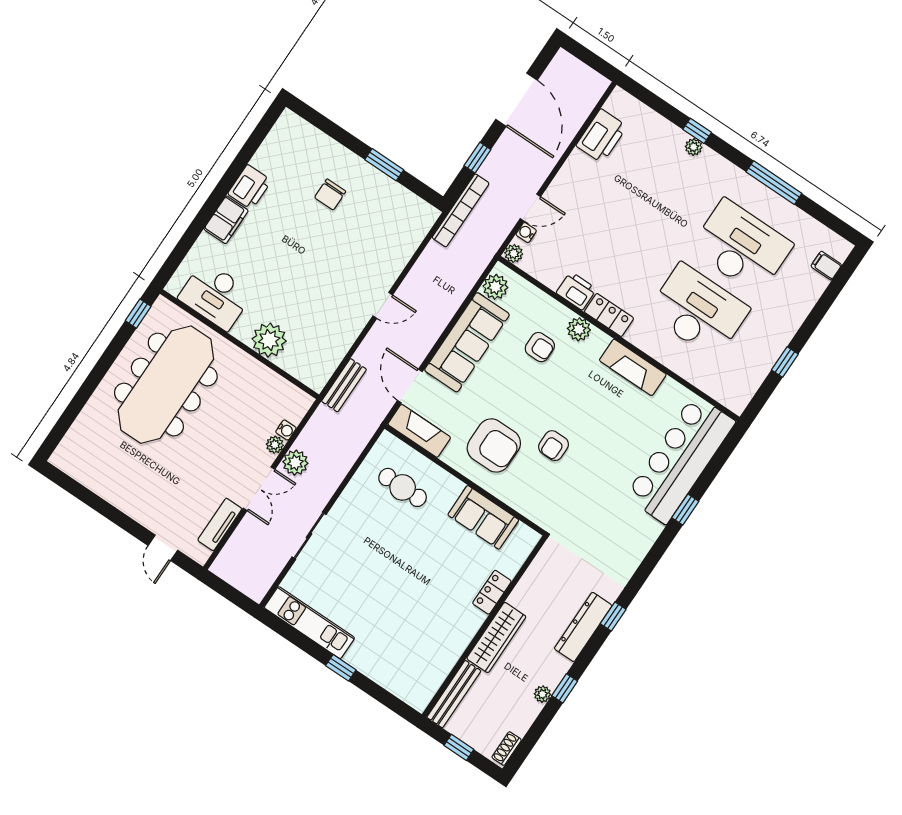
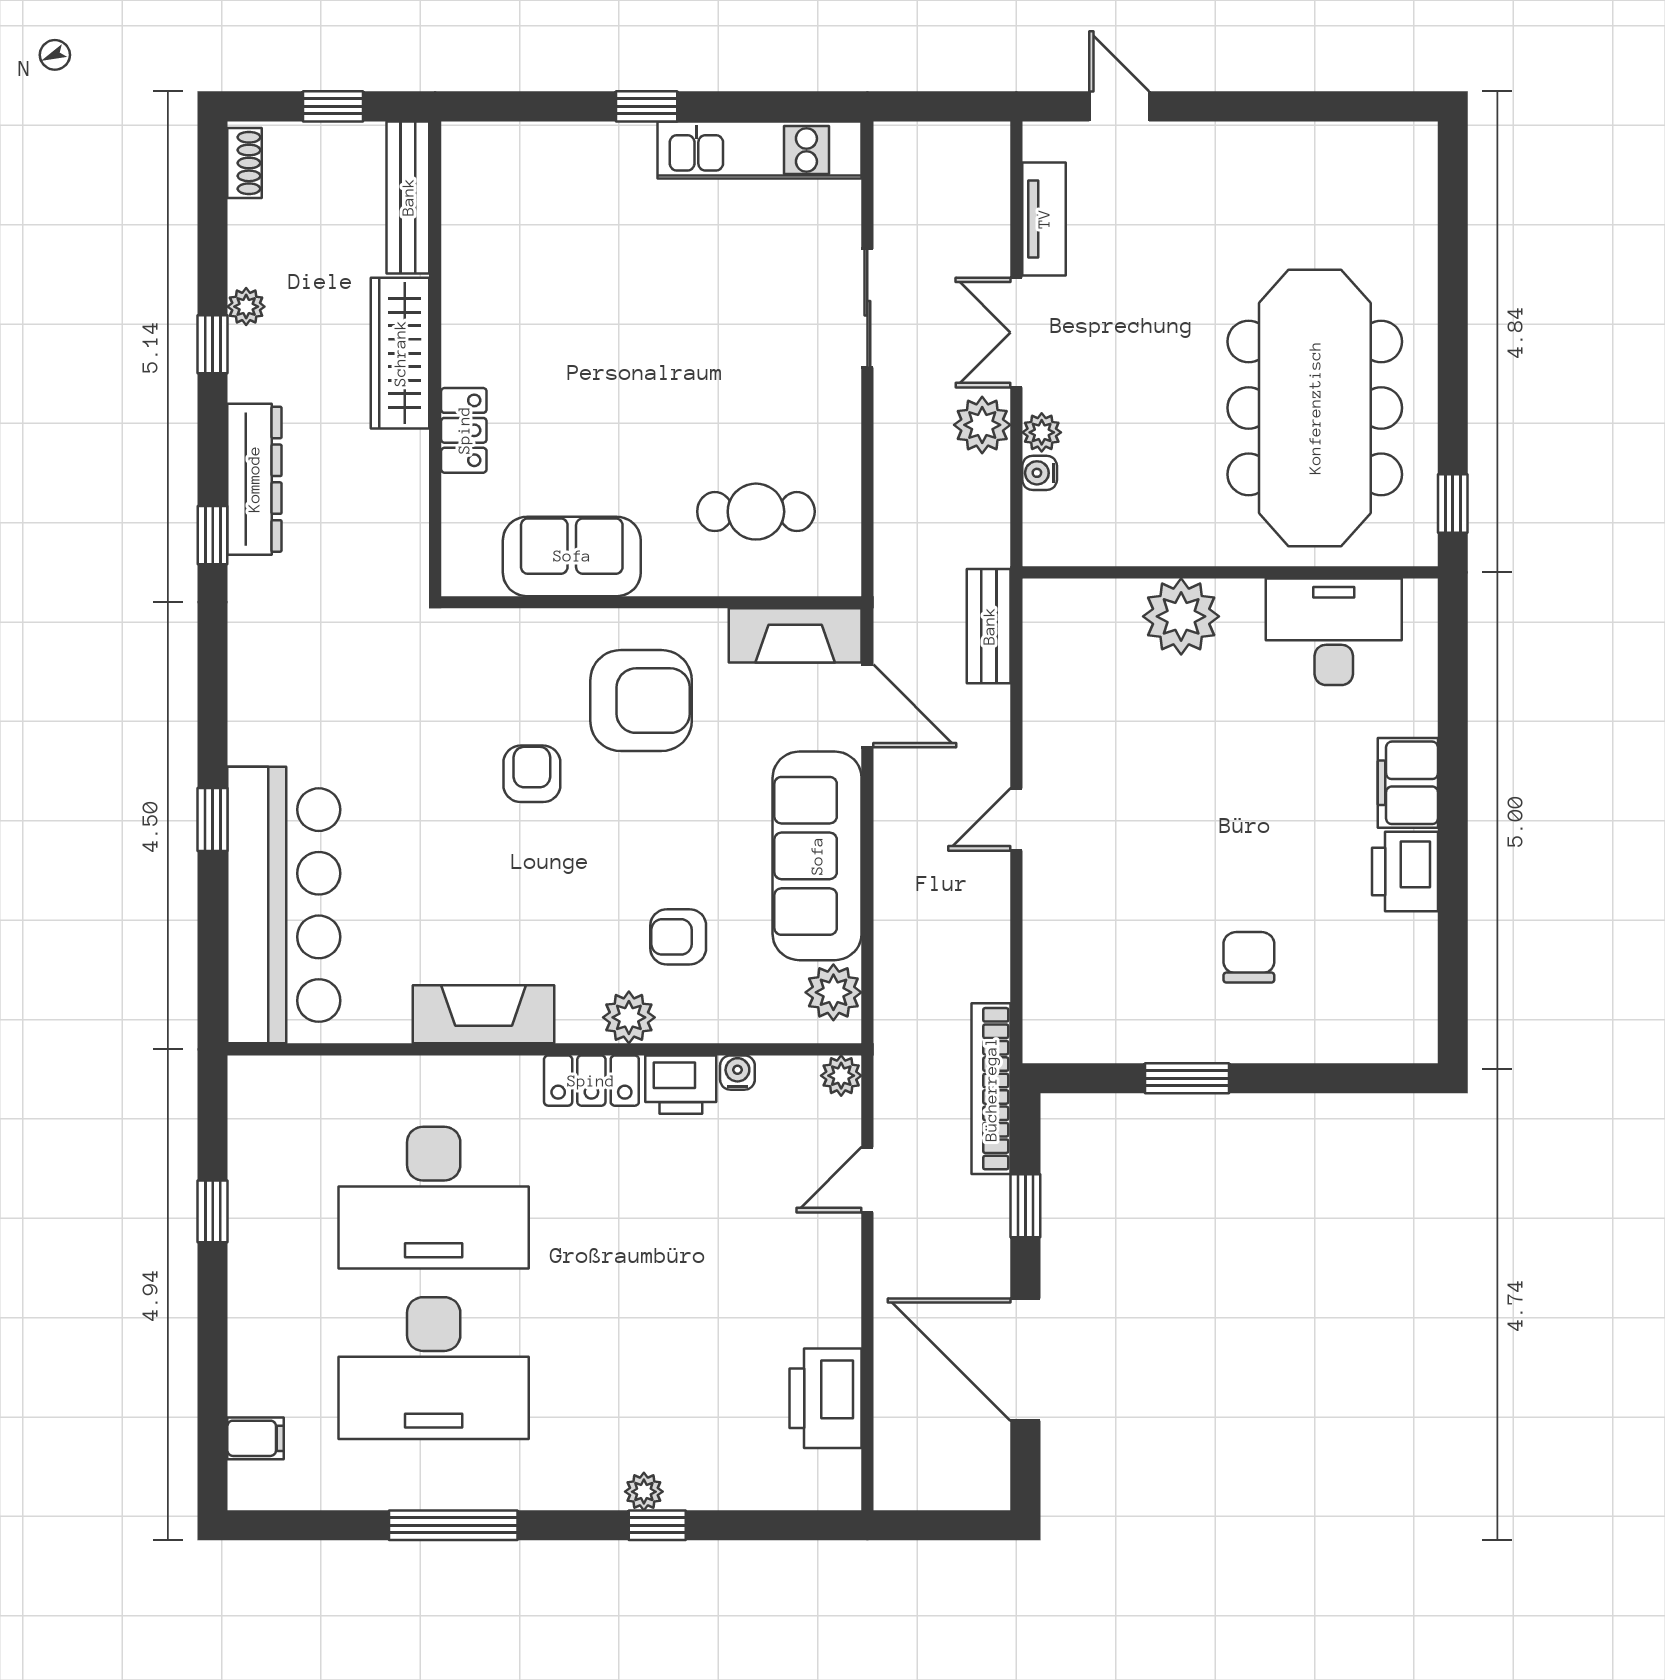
water cooler: (526, 233) -> (737, 1073), moved, turned -90
armchair: (494, 445) -> (641, 701), turned 180

